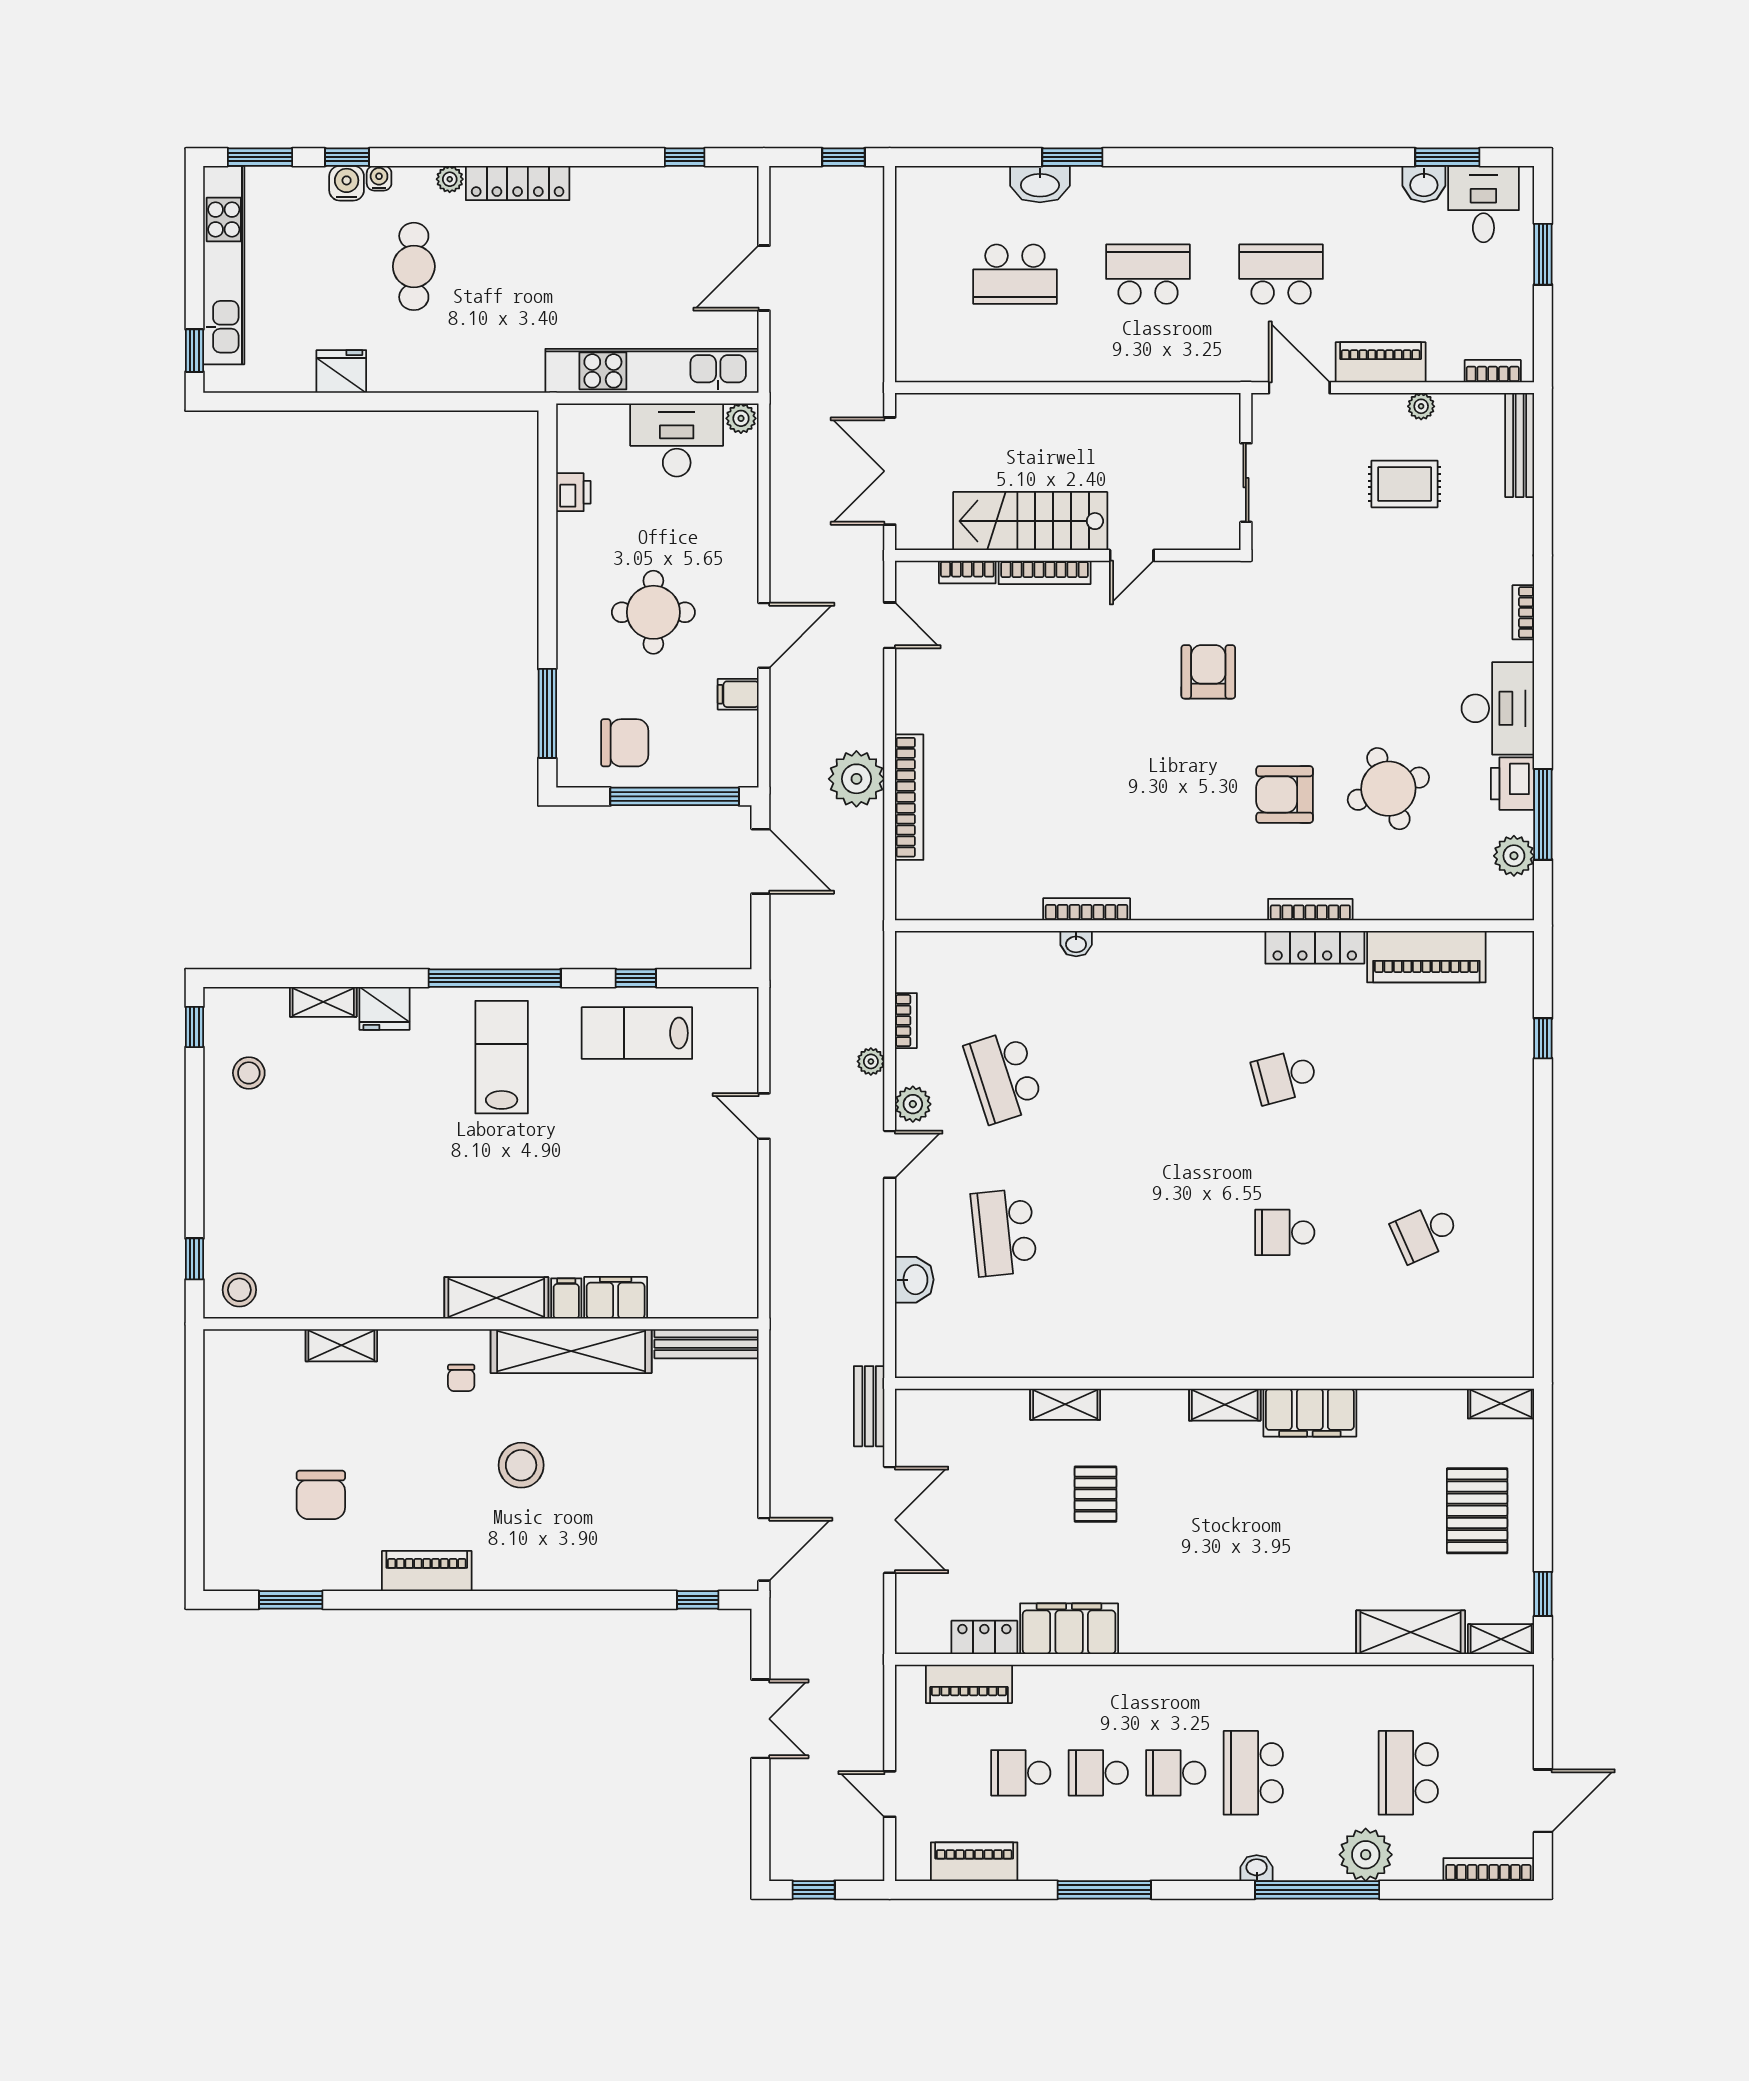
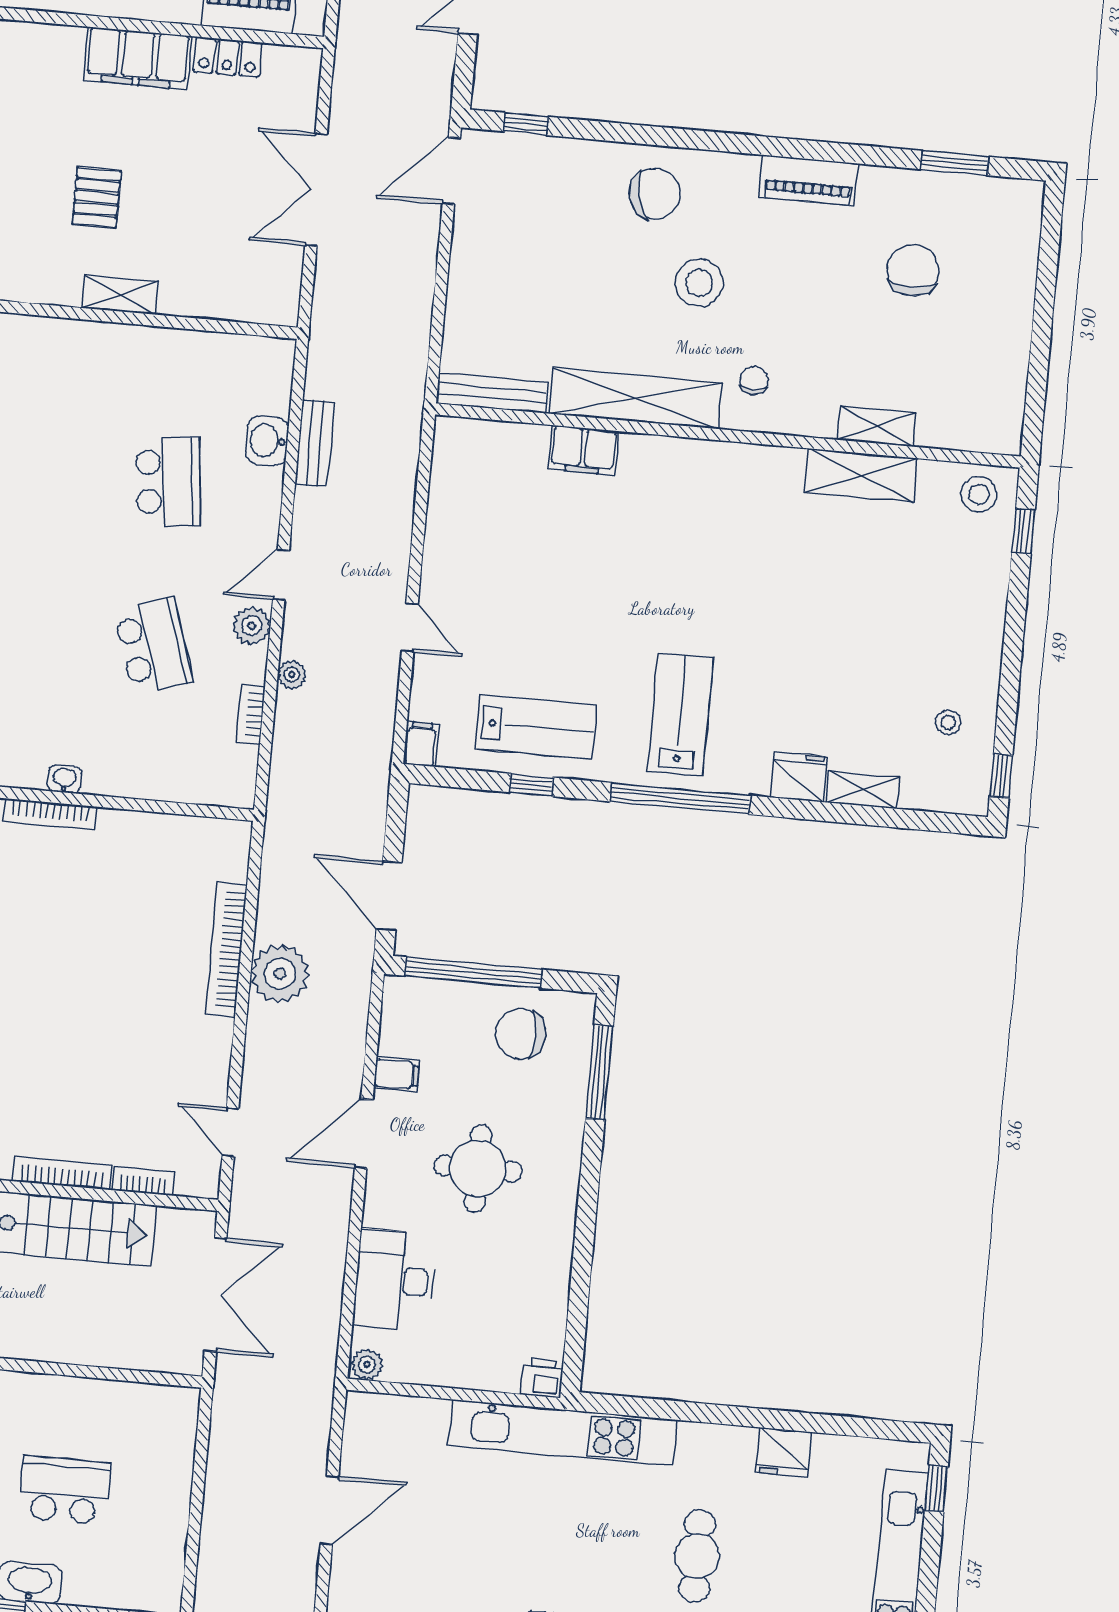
kitchen unit: (652, 371) -> (562, 1433), moved
desk: (677, 440) -> (395, 1280), moved, turned 90
printer: (573, 492) -> (542, 1378), moved, turned 90
lab bench: (502, 1057) -> (680, 715), turned 180
stool: (249, 1073) -> (948, 722), width x0.73, depth x0.73
shelving: (496, 1298) -> (861, 475), moved
filing cabinet: (566, 1298) -> (421, 744), moved, turned 180
bench: (869, 1406) -> (315, 443), moved
chair: (571, 1545) -> (655, 194), added

